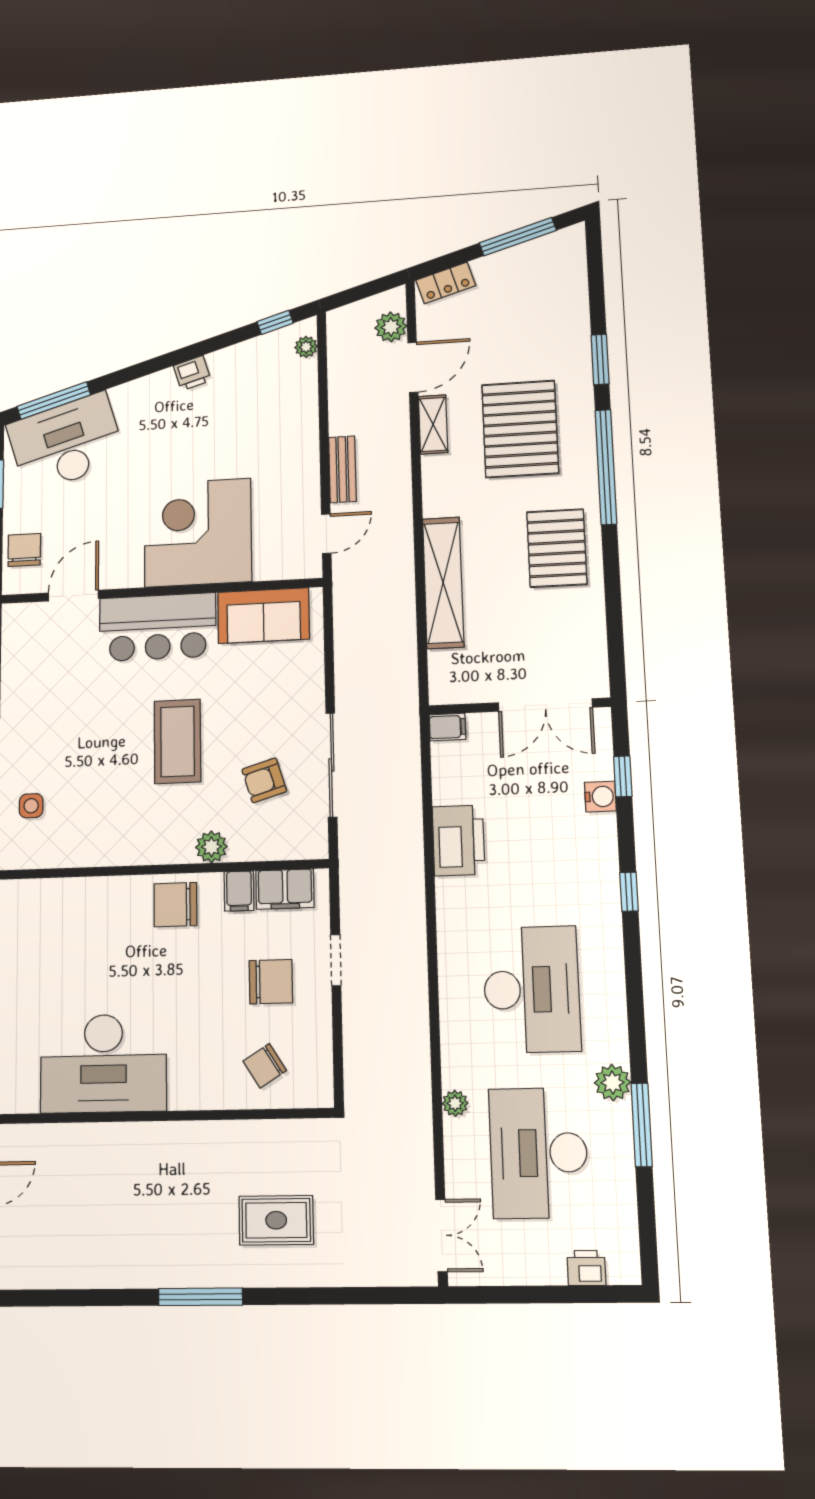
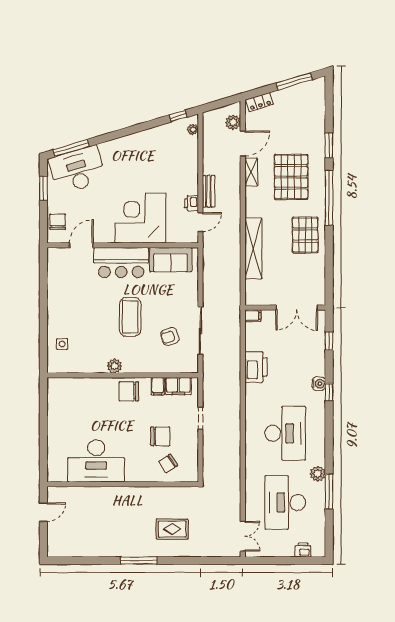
printer: (192, 373) -> (191, 203), moved, turned 107
water cooler: (600, 797) -> (319, 384), moved
plant: (211, 847) -> (115, 366), moved
chair: (271, 982) -> (160, 436), moved
plant: (455, 1103) -> (251, 481), removed

